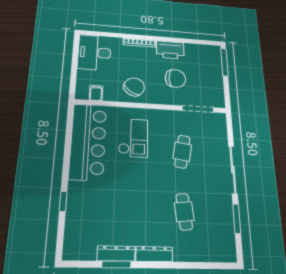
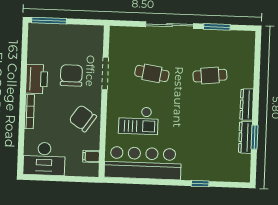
doorway: (198, 109) -> (105, 74), moved
checkout: (133, 138) -> (138, 121), turned 180

